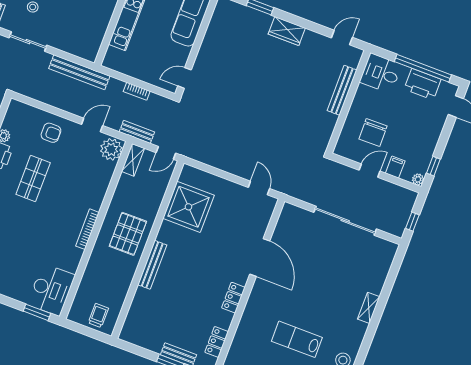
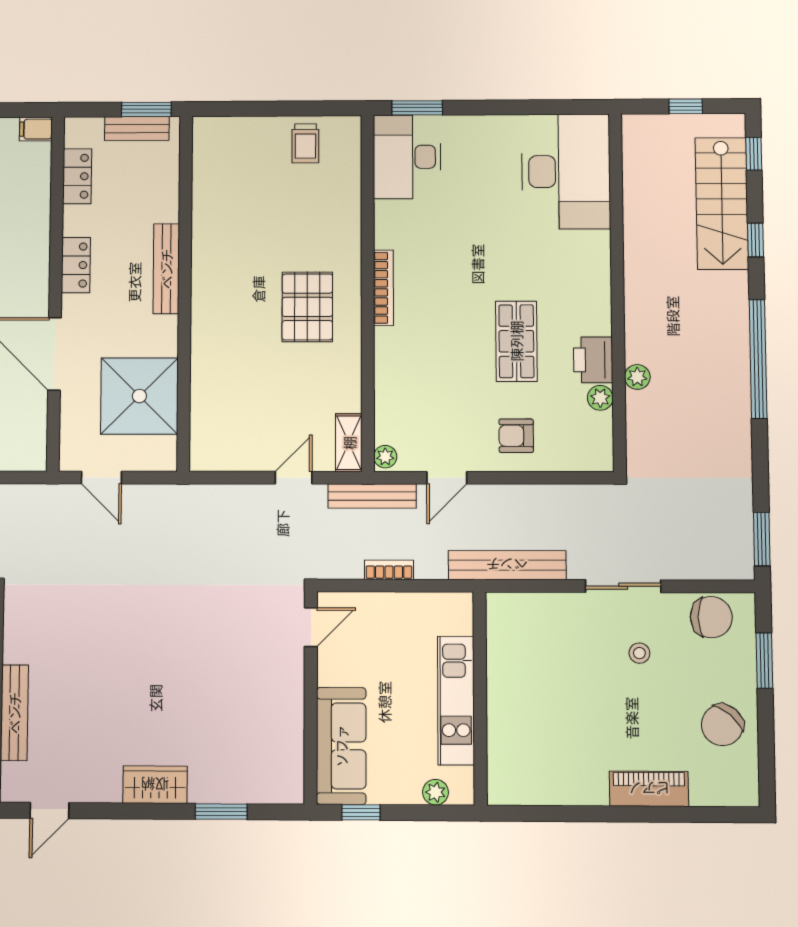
bench: (137, 132) -> (372, 496), width x1.36
plant: (111, 149) -> (385, 457), width x0.53, depth x0.53
shower: (188, 207) -> (139, 396), moved
wall: (148, 250) -> (185, 292), moved
bench: (152, 265) -> (166, 269), moved

